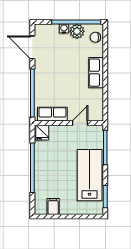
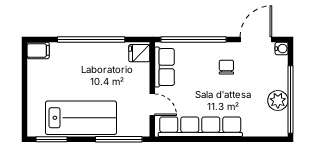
water cooler: (64, 29) -> (282, 49), moved
chair: (95, 37) -> (226, 67), moved
row of seats: (96, 73) -> (200, 127), width x2.02
filing cabinet: (53, 206) -> (38, 50), moved

